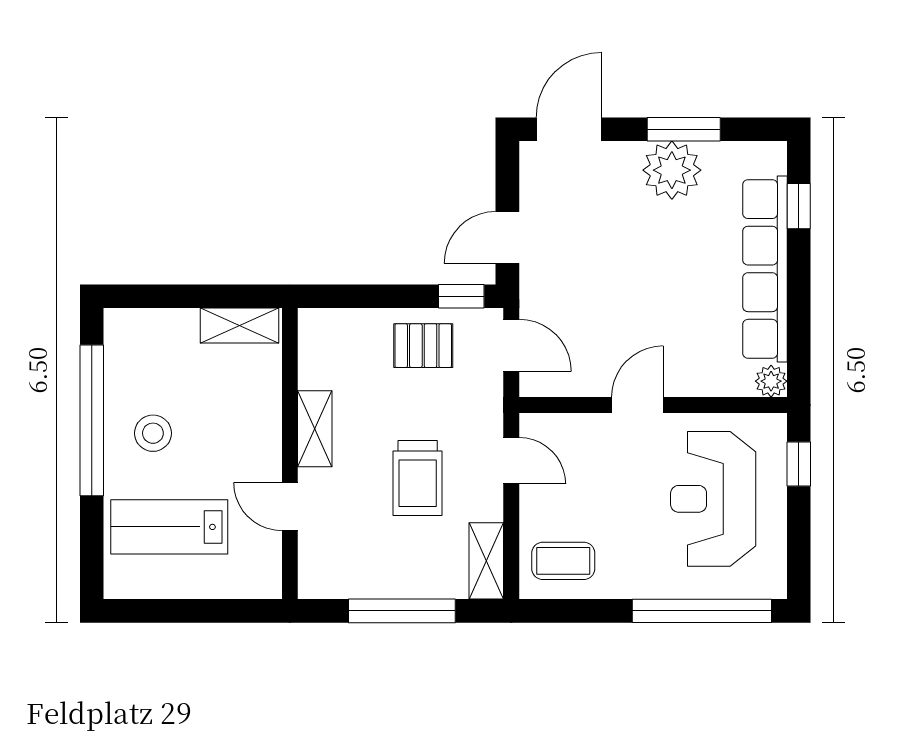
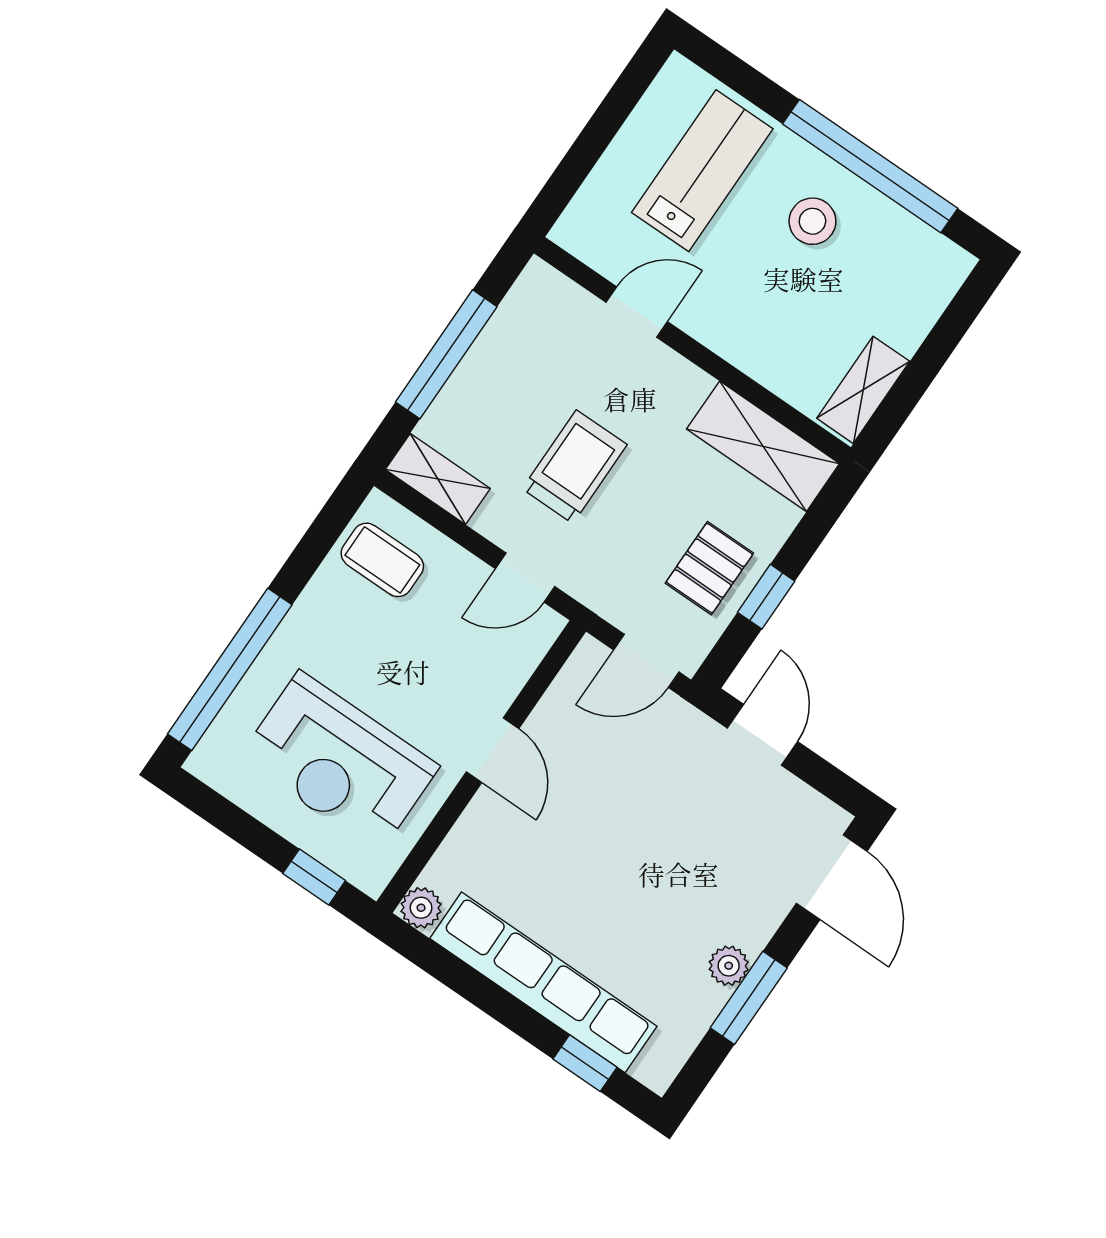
plant: (672, 170) -> (729, 966), width x0.53, depth x0.53
window: (461, 296) -> (766, 597), moved
shelving: (315, 429) -> (763, 446), moved, width x1.50, depth x1.33
trolley: (418, 478) -> (575, 467), turned 90
reception desk: (713, 499) -> (339, 762), turned 180
coffee table: (563, 561) -> (382, 560), turned 90

